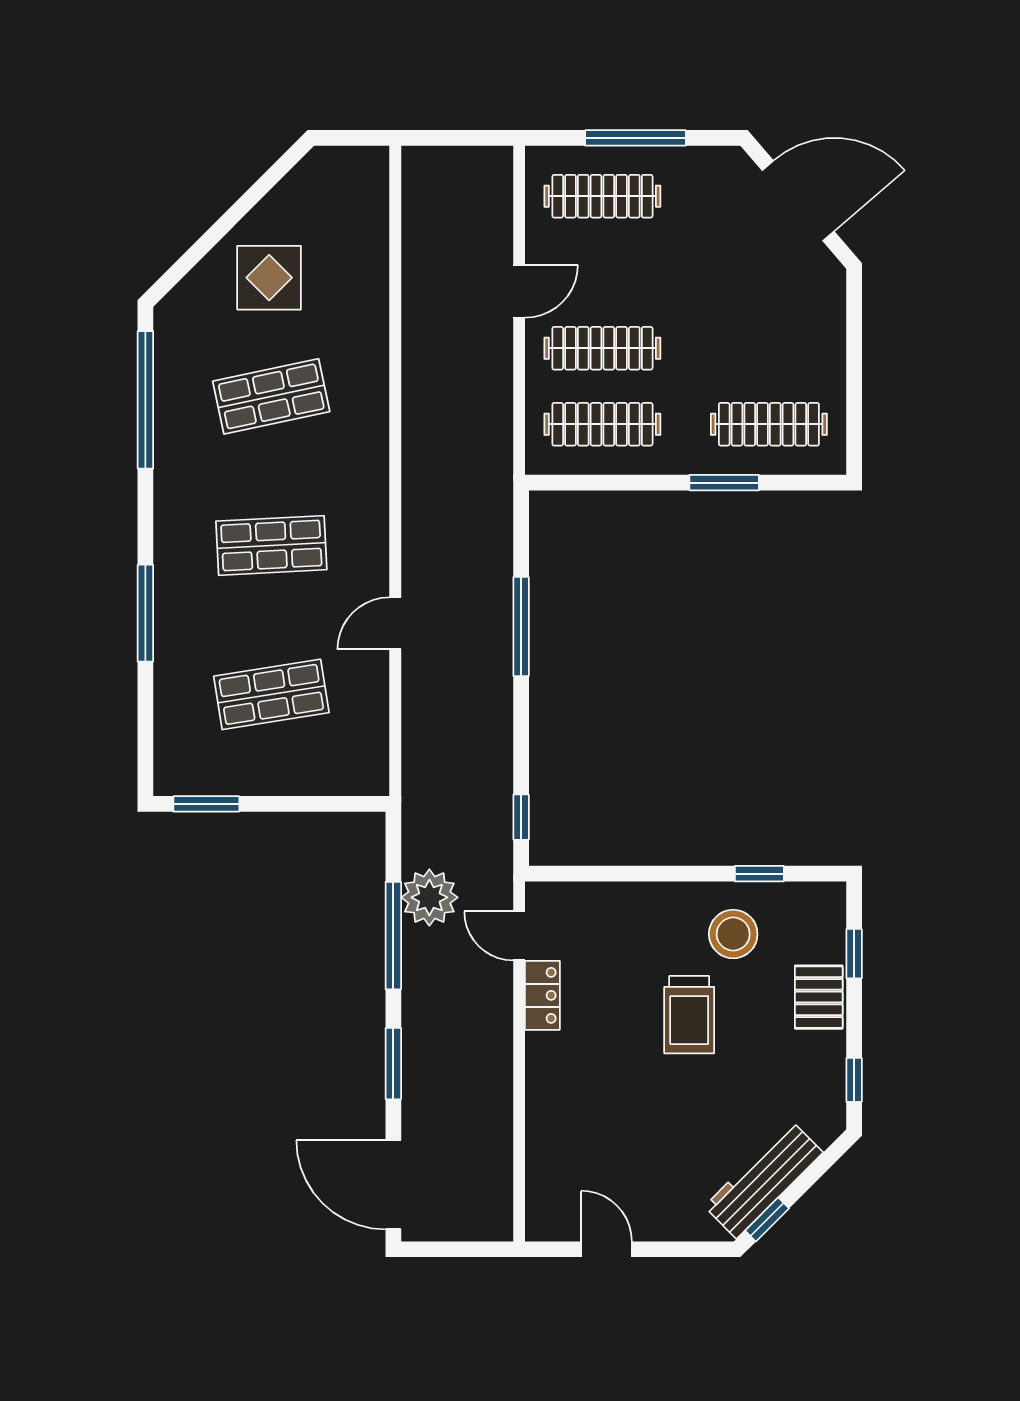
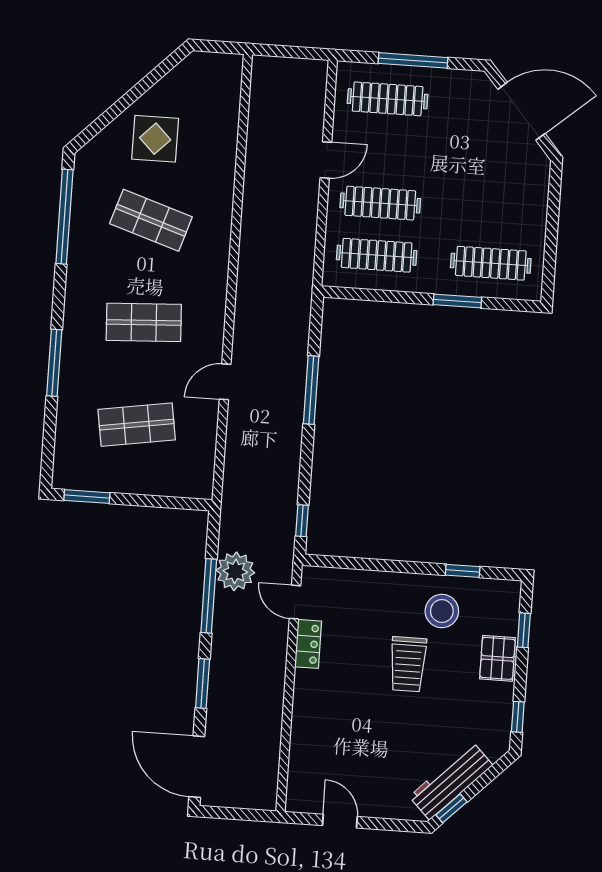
shop shelf: (271, 396) -> (151, 220), turned 30

